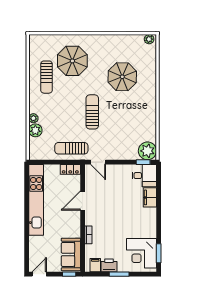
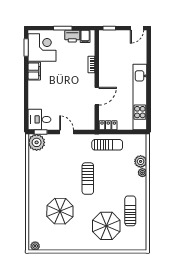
door: (98, 162) -> (67, 132), moved
filing cabinet: (150, 197) -> (34, 71), moved
sofa: (71, 254) -> (108, 46), removed

